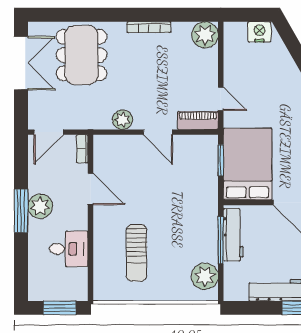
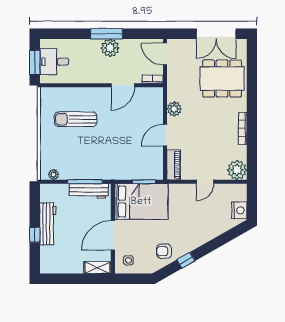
door: (221, 99) -> (205, 182), moved
desk: (69, 249) -> (54, 62), moved, turned 90
plant: (205, 276) -> (54, 174), width x0.53, depth x0.53

